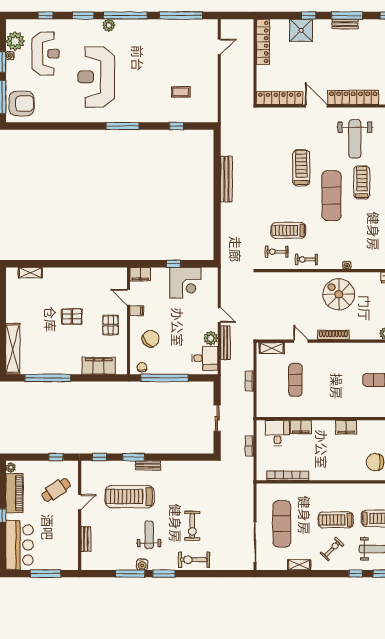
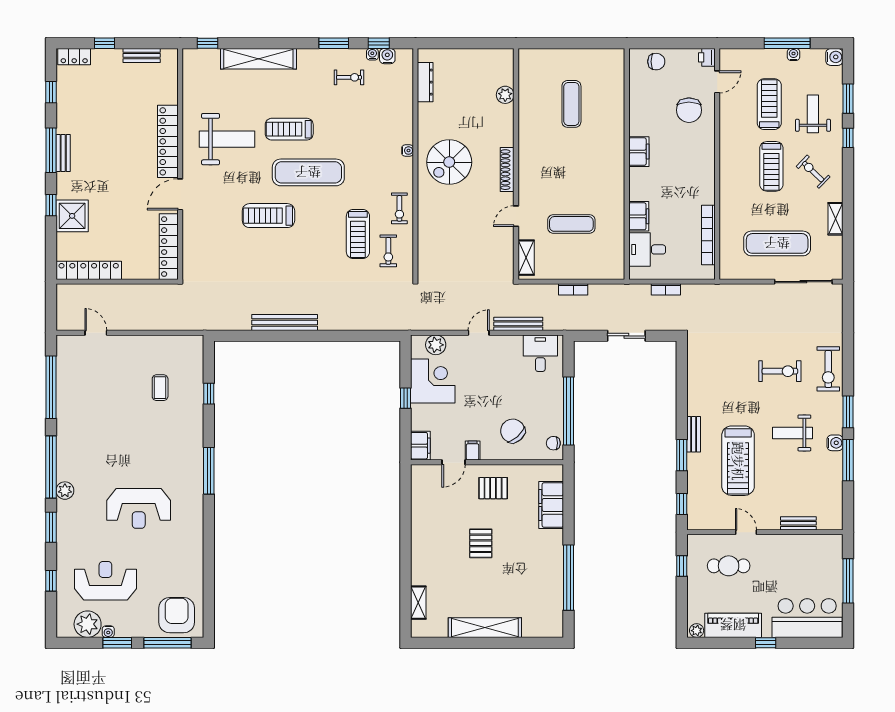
reception desk: (96, 77) -> (139, 508), width x0.74, depth x0.77
plant: (211, 338) -> (436, 345), moved
shelving: (13, 349) -> (485, 628), moved
cafe table: (56, 490) -> (729, 566), turned -56

